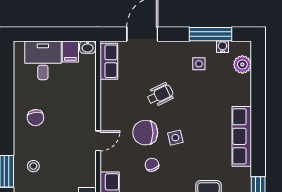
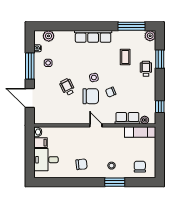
window: (211, 34) -> (30, 66), moved
row of seats: (109, 61) -> (47, 119), removed
chair: (145, 133) -> (91, 96), turned -90

